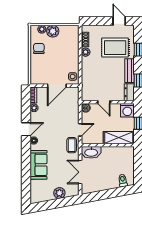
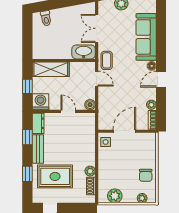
plant: (53, 31) -> (115, 196), moved
door: (80, 130) -> (97, 79), swing flipped
sofa: (39, 165) -> (146, 37), width x1.36
double door: (80, 172) -> (97, 28), swing flipped

